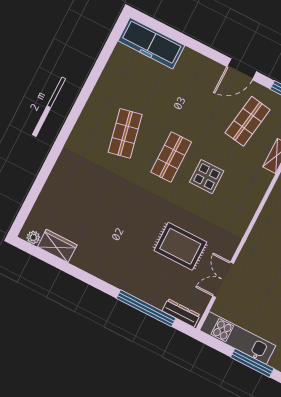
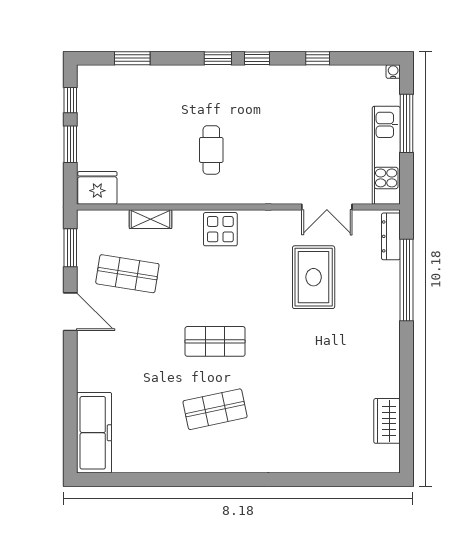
display table: (207, 177) -> (220, 229), moved
plant: (33, 237) -> (391, 454), removed

